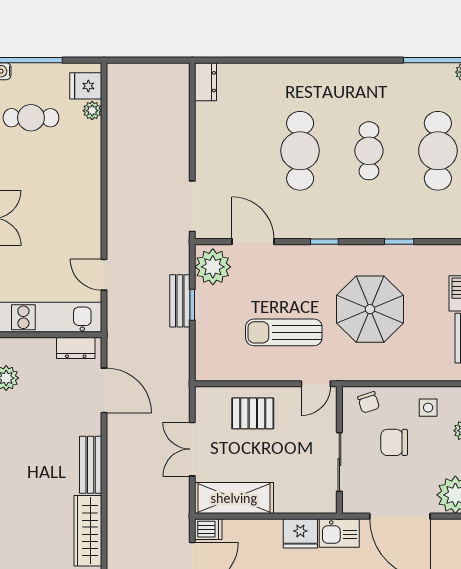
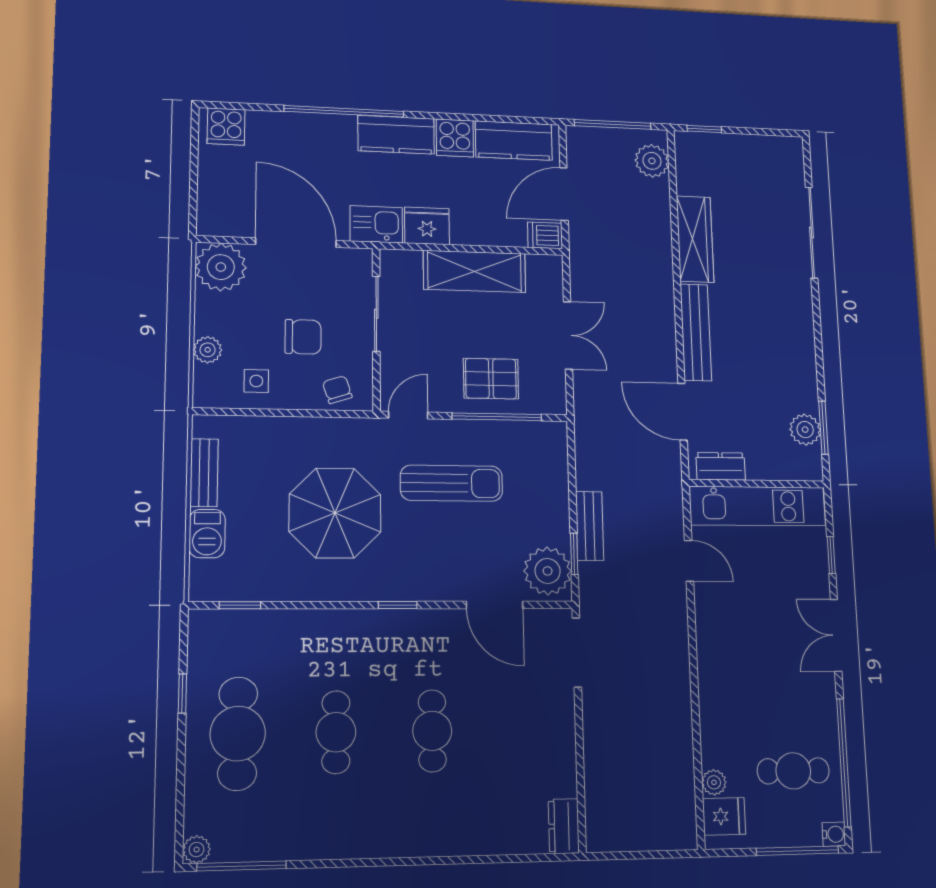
cafe table: (300, 151) -> (432, 731), width x0.73, depth x0.74
window: (399, 242) -> (240, 605), moved
window: (192, 305) -> (574, 554), moved
window: (249, 384) -> (497, 417), added
bench: (91, 465) -> (696, 332), width x1.36
shelving: (234, 498) -> (475, 271), moved

